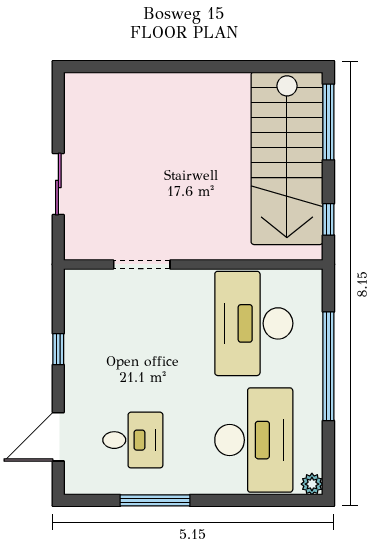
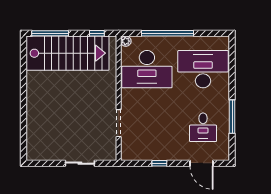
desk: (133, 440) -> (203, 127), turned 180
plant: (312, 484) -> (126, 41), moved

